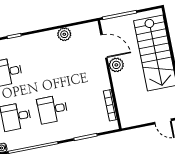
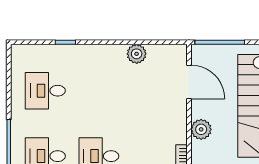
plant: (116, 65) -> (201, 129), moved

